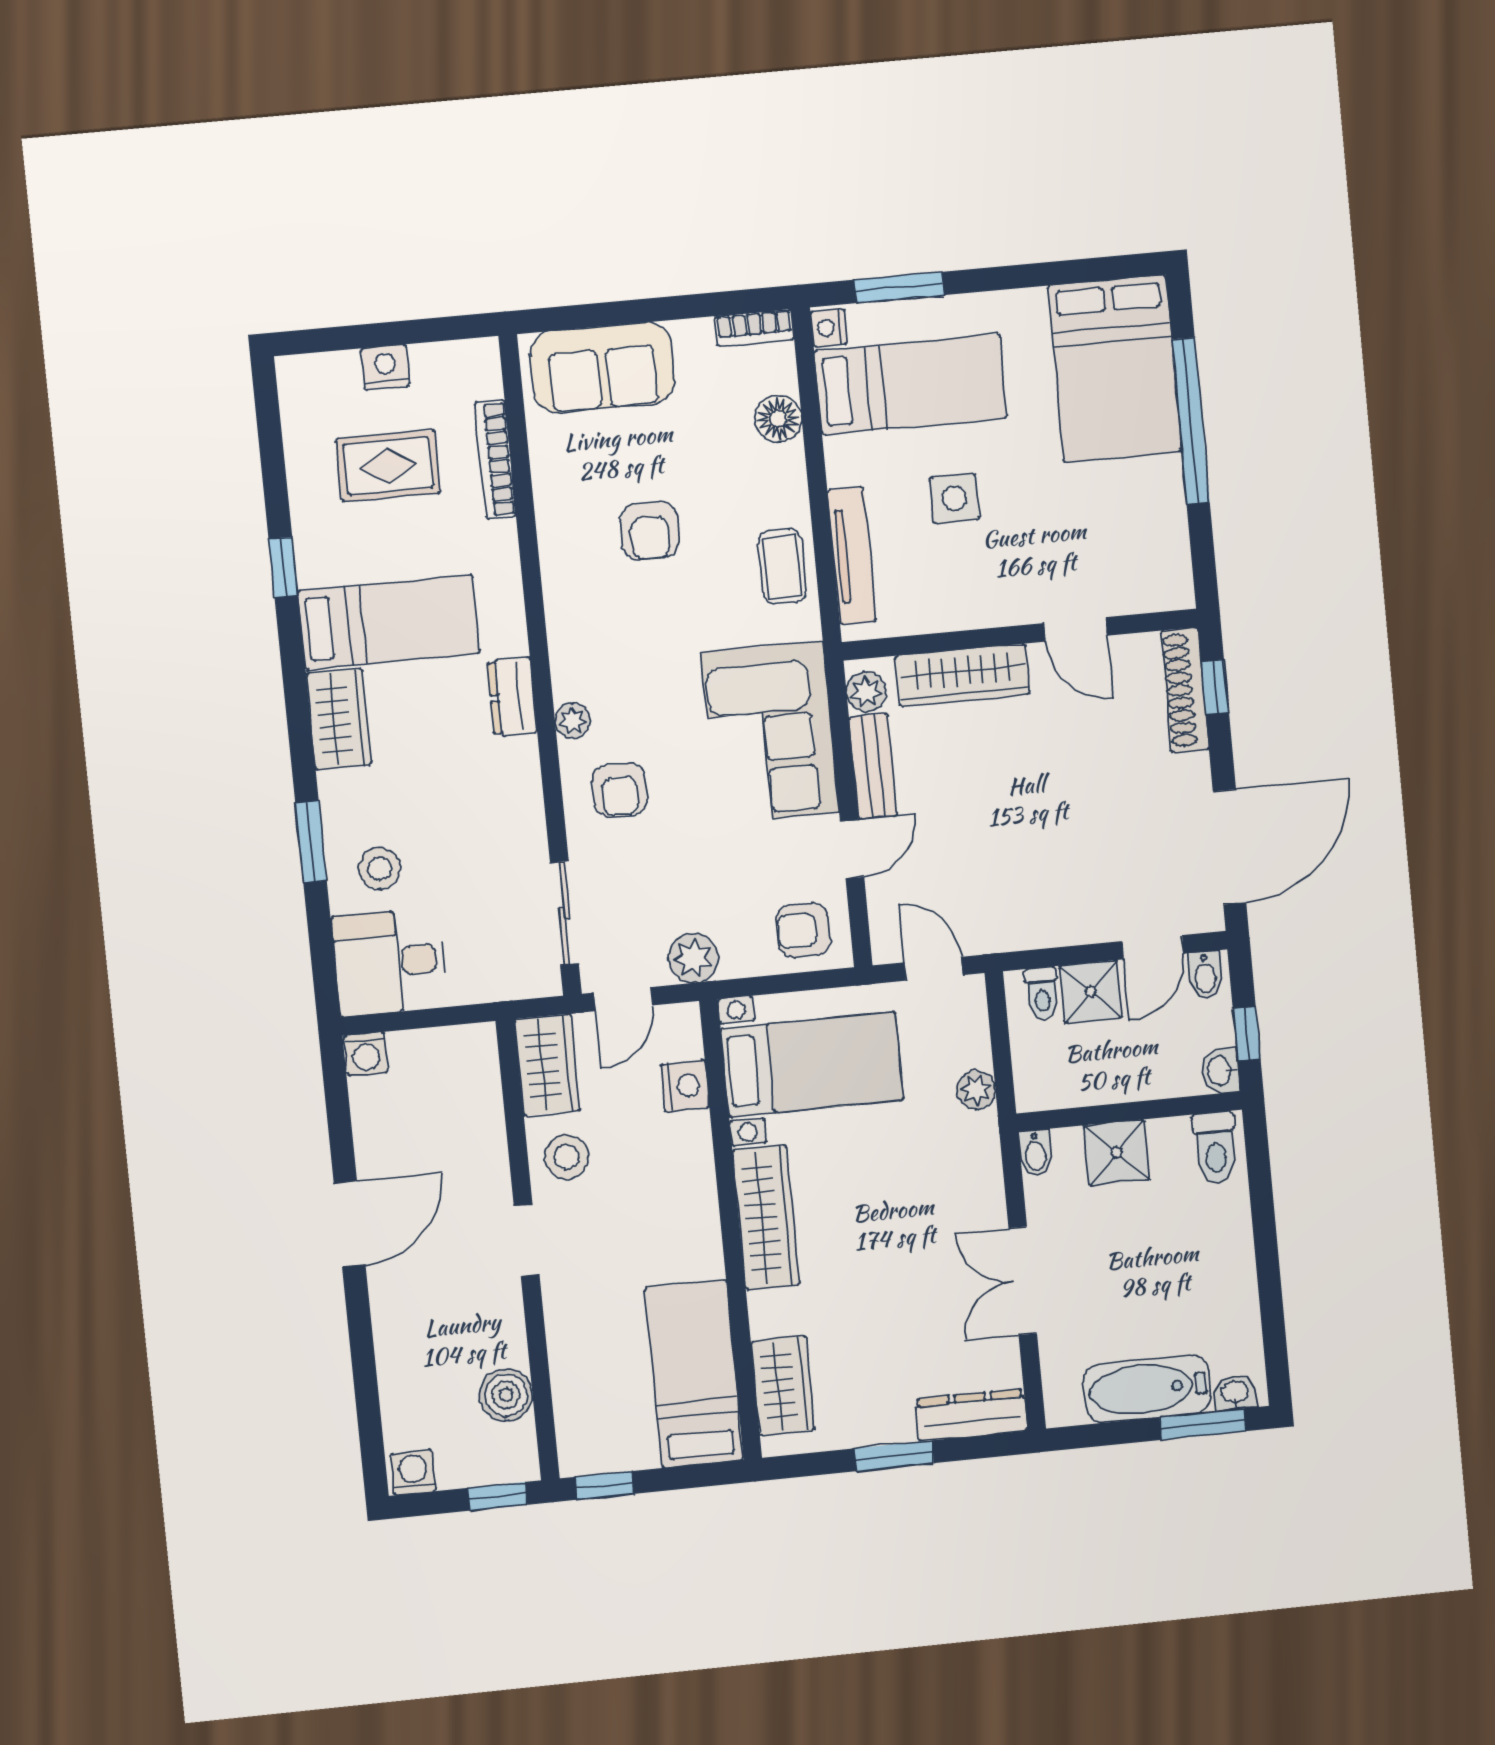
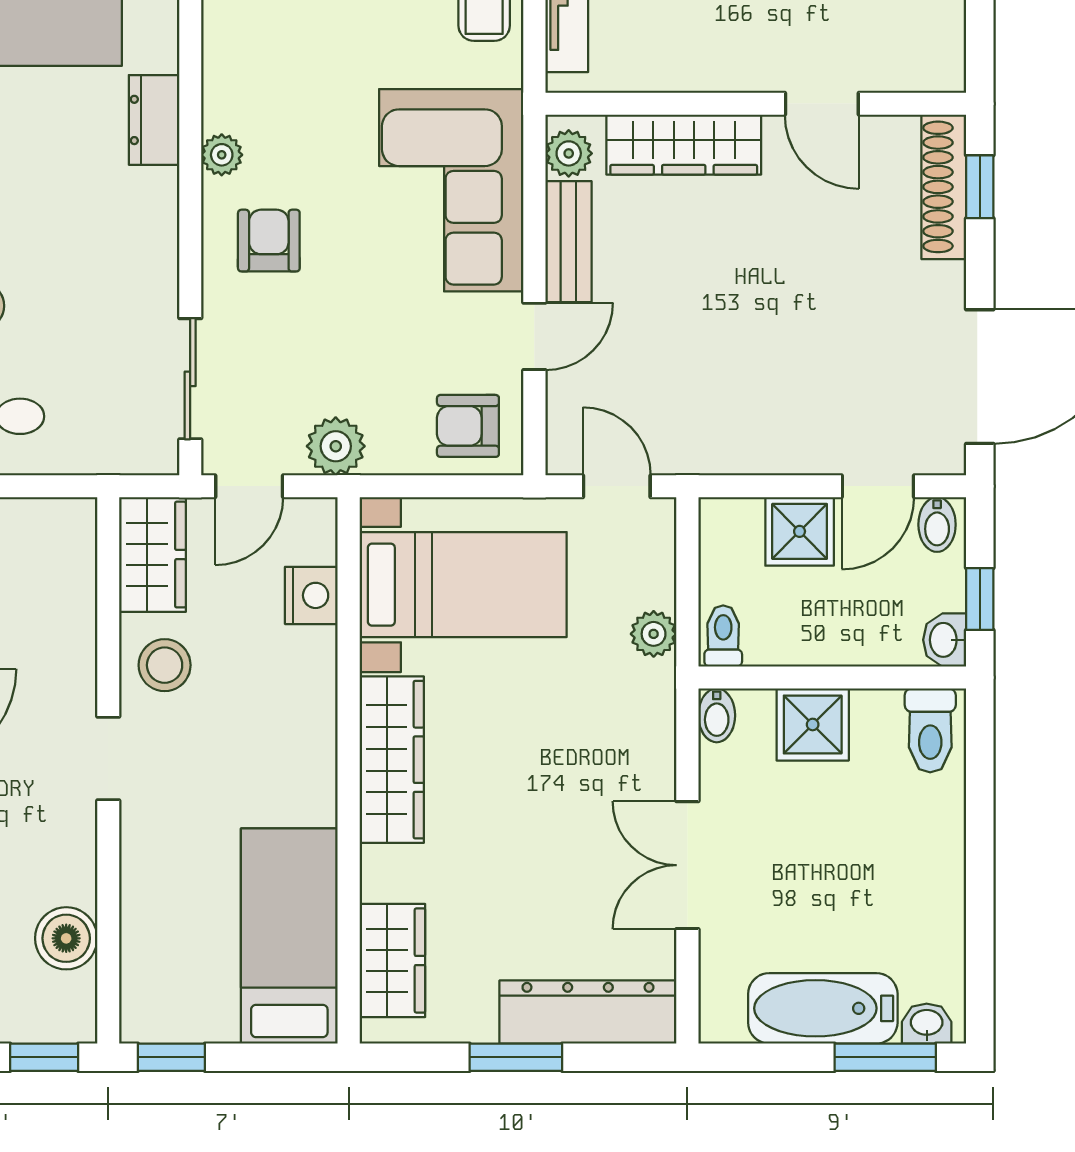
armchair: (620, 790) -> (269, 241), turned 180
toilet: (1042, 993) -> (723, 636), moved, turned 180
dresser: (971, 1415) -> (588, 1012), width x1.37, depth x1.24

